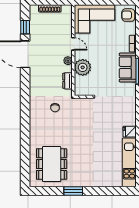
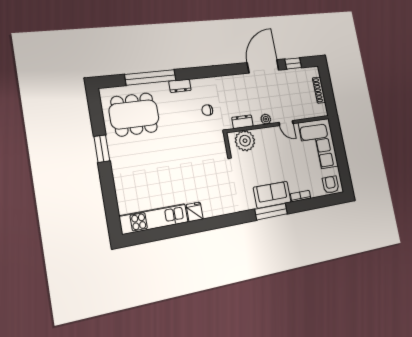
door: (73, 44) -> (286, 123), hinge flipped
plant: (83, 67) -> (245, 141), moved
dresser: (34, 126) -> (180, 86), added
window: (25, 147) -> (150, 77), added

